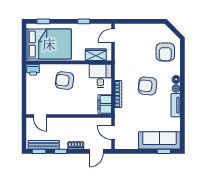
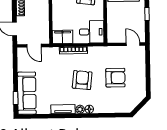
armchair: (165, 52) -> (115, 78), moved, turned 180
wardrobe: (96, 55) -> (113, 27), removed
door: (113, 133) -> (34, 46), swing flipped

